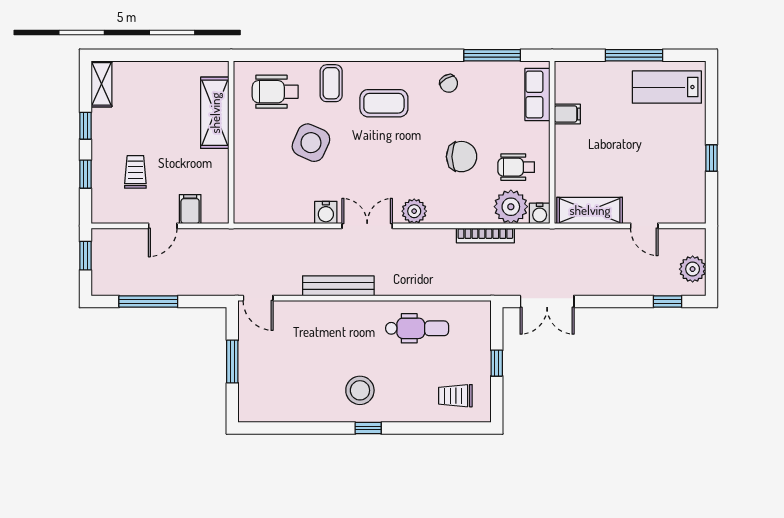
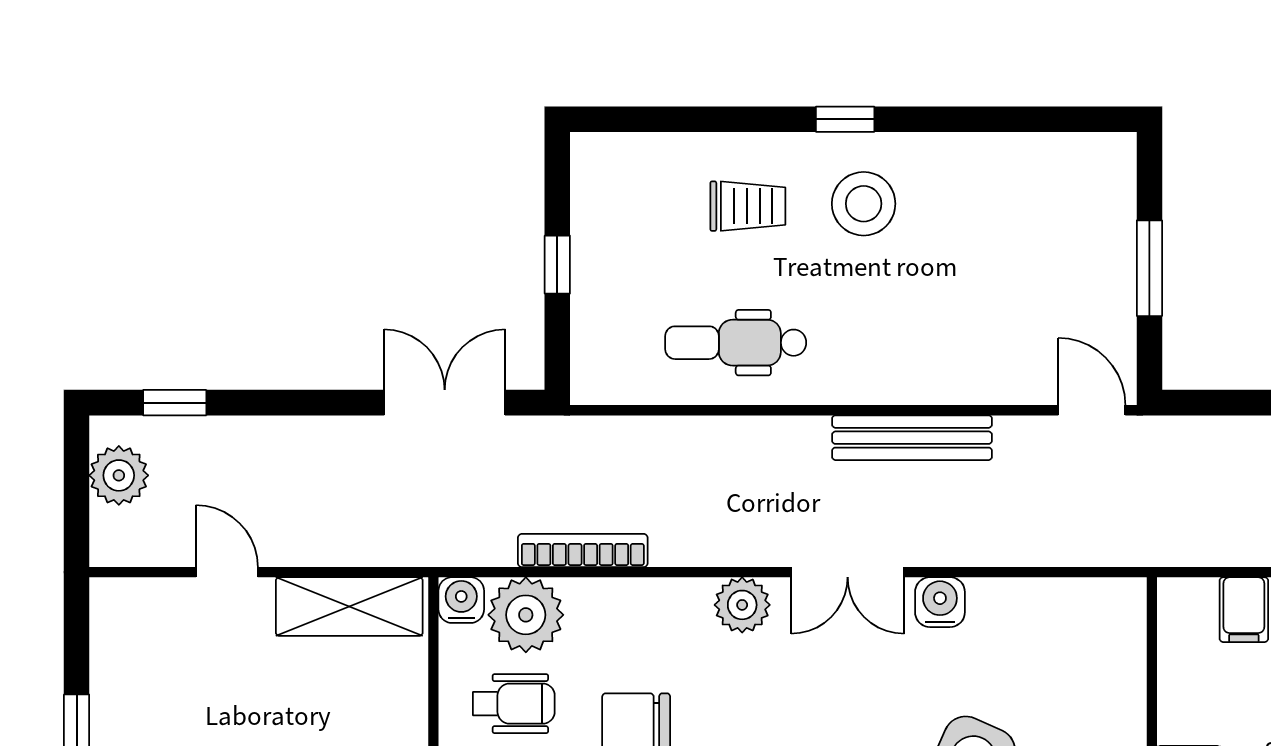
trolley: (455, 396) -> (748, 206), moved

